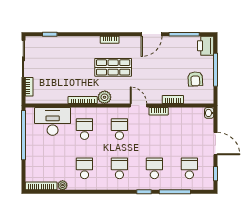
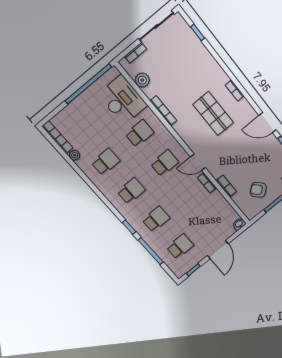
armchair: (195, 79) -> (258, 190), turned 51
plant: (105, 97) -> (142, 80), moved
door: (138, 106) -> (198, 162), swing flipped

